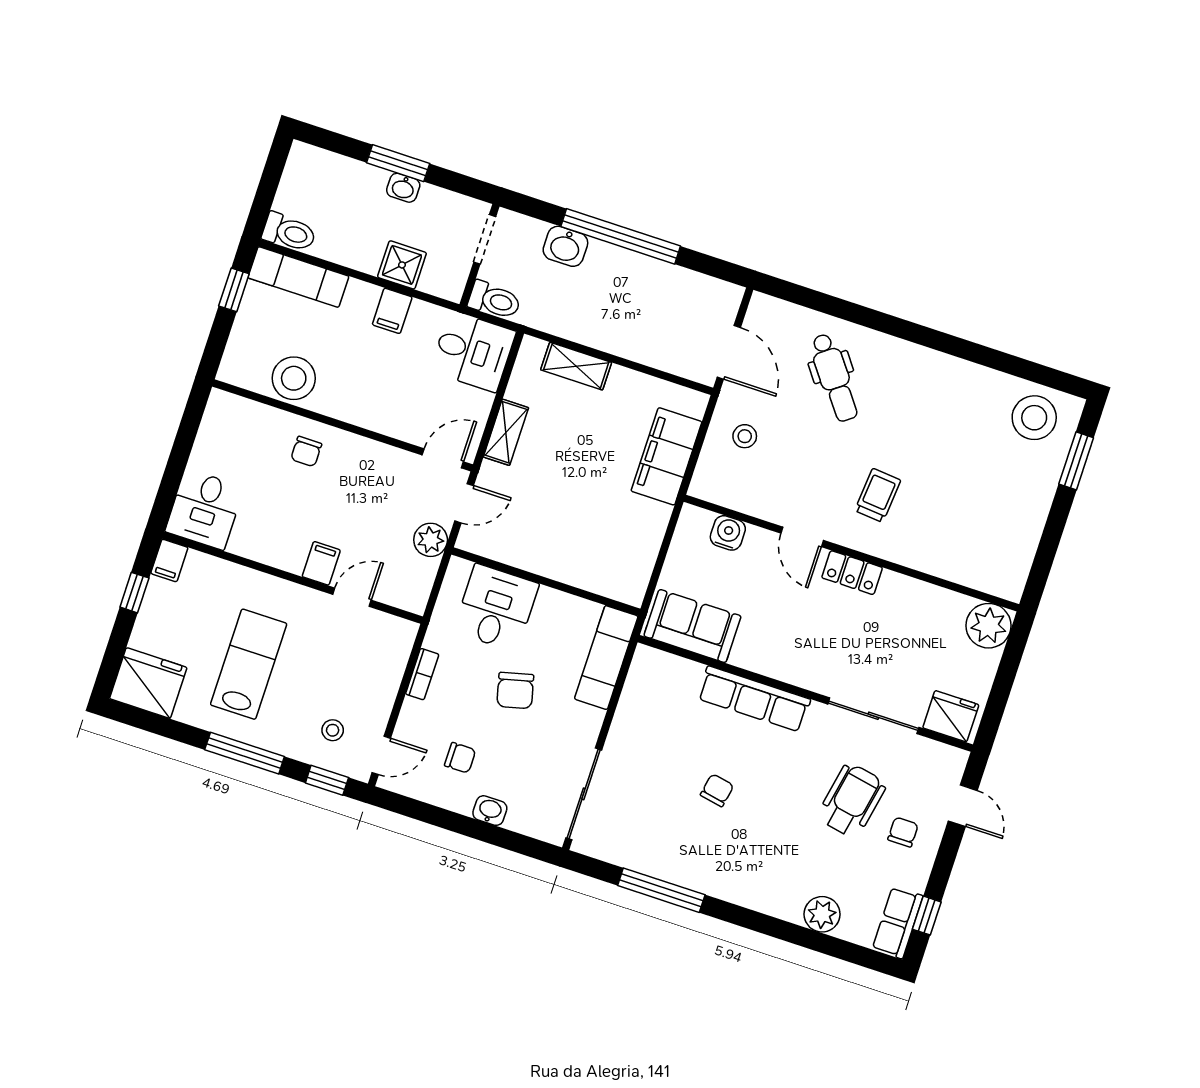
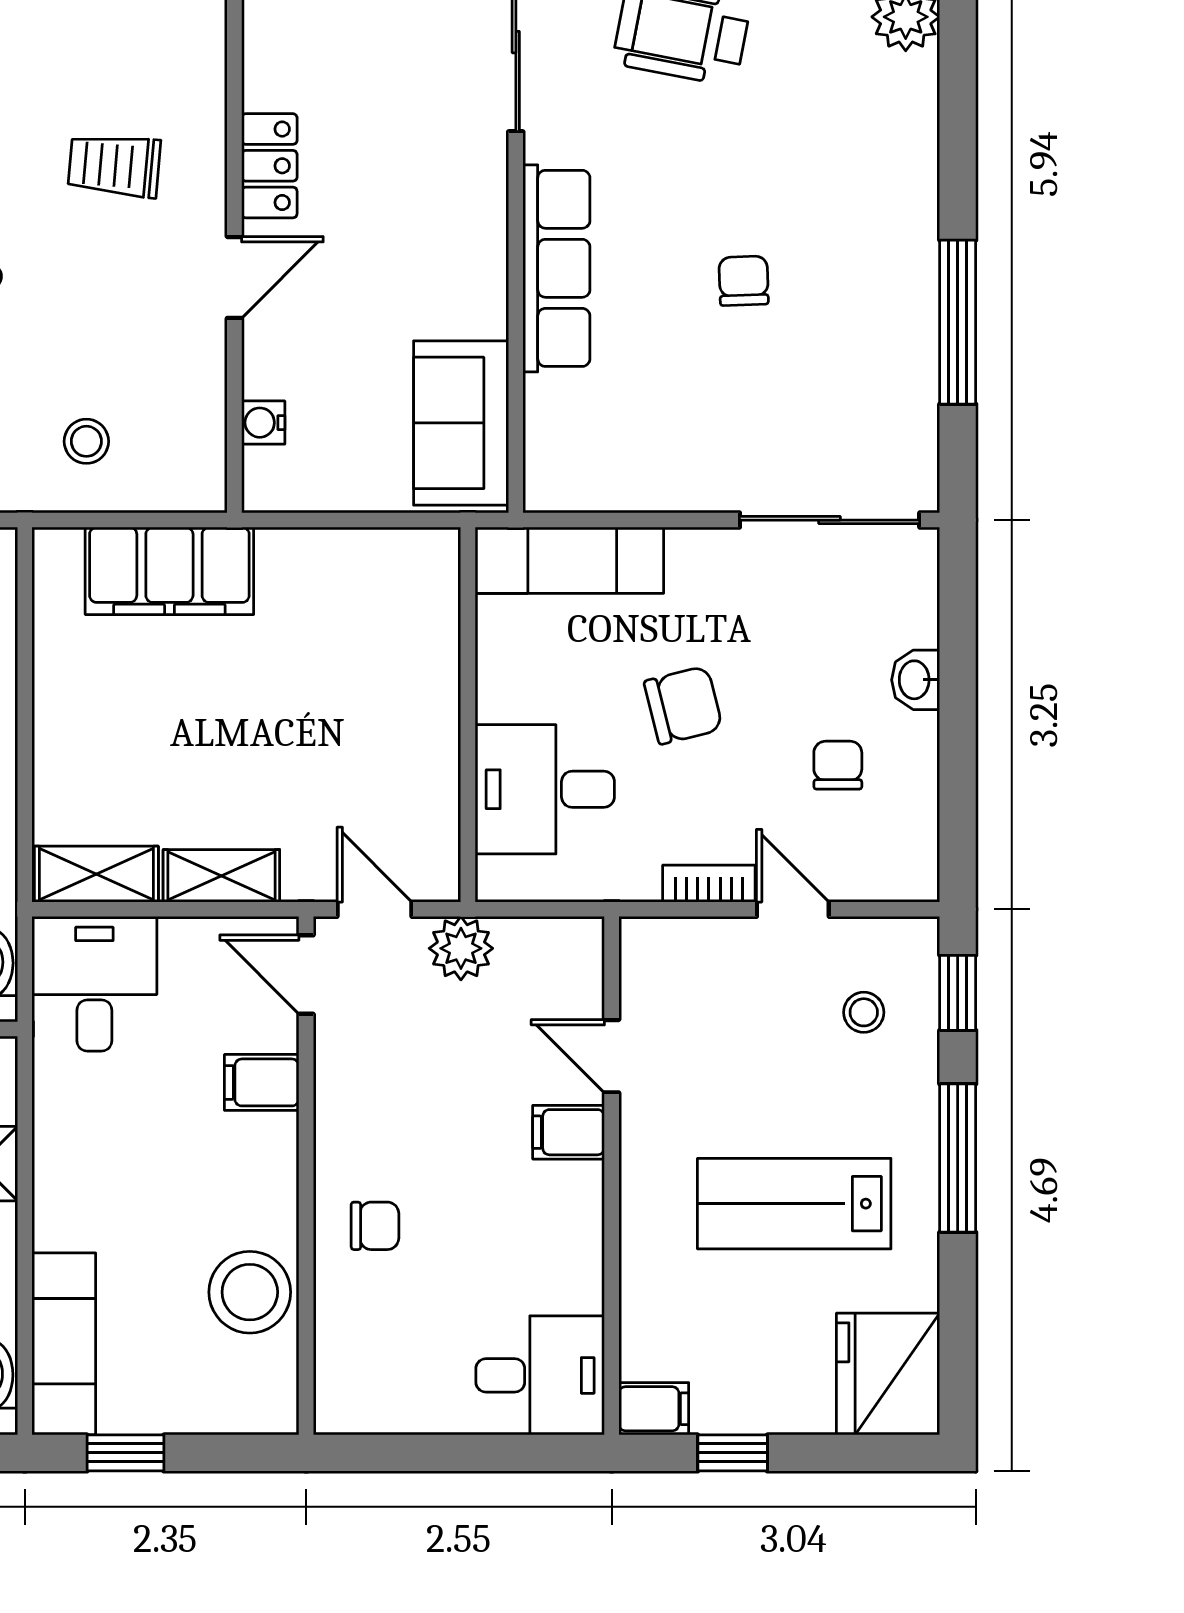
filing cabinet: (392, 311) -> (262, 1082), moved, turned 180
shelving: (576, 366) -> (96, 874), moved, turned 90
water cooler: (728, 533) -> (263, 423), width x0.72, depth x0.72
door: (381, 755) -> (793, 909), moved
chair: (717, 790) -> (744, 281), turned 77

